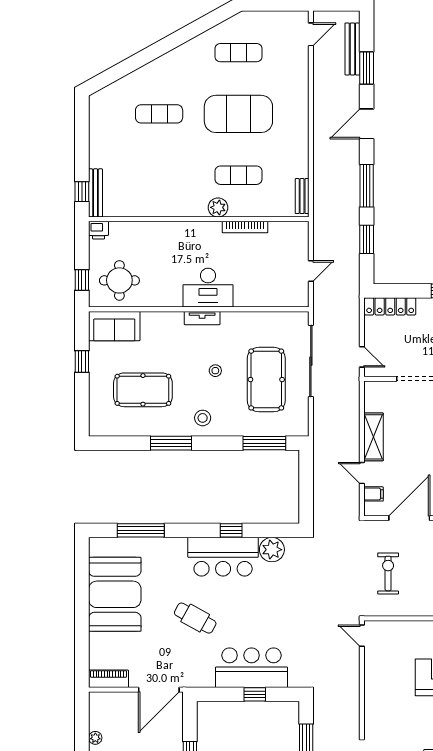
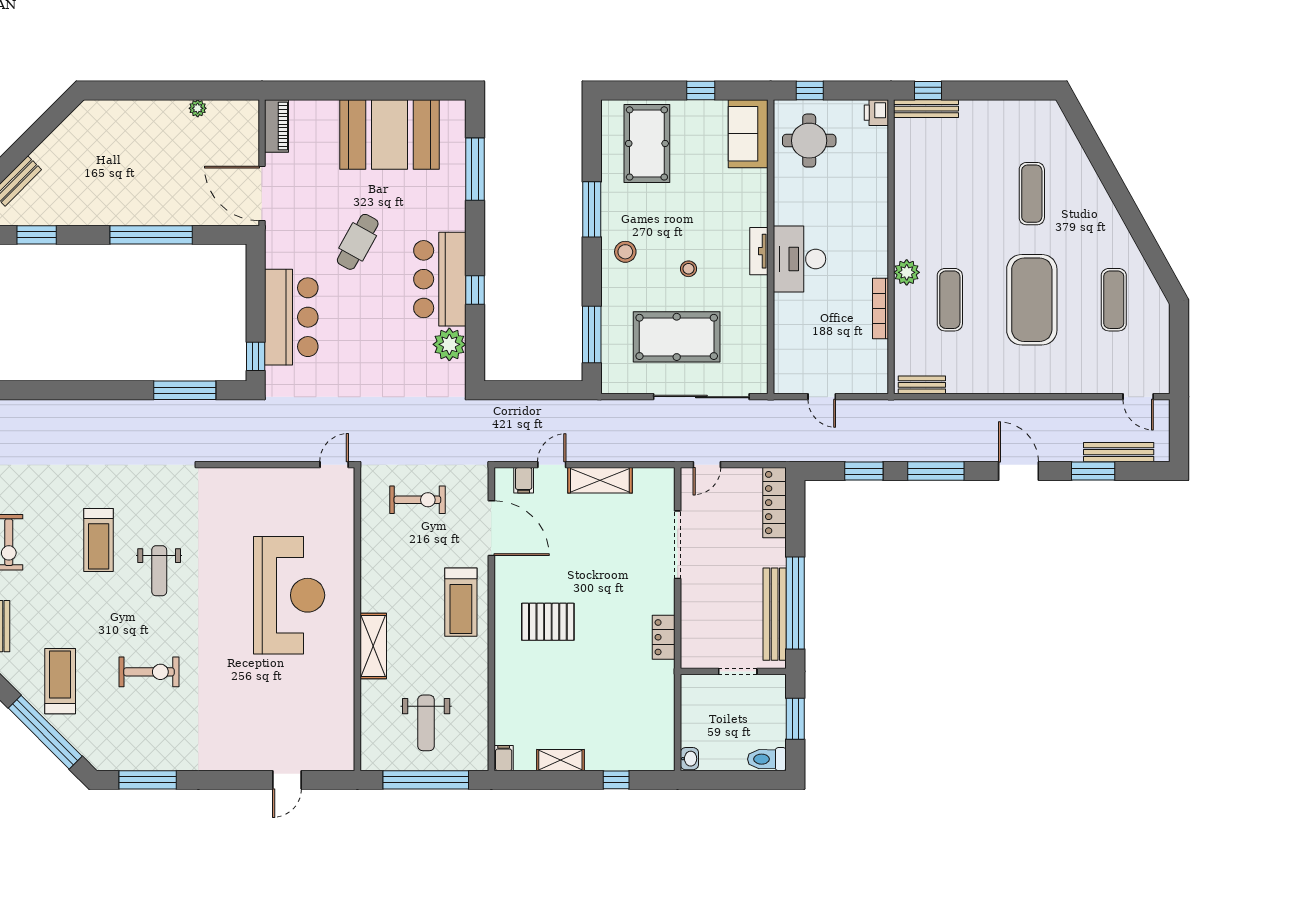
pool table: (143, 390) -> (647, 143), moved
window: (255, 694) -> (256, 356), moved

